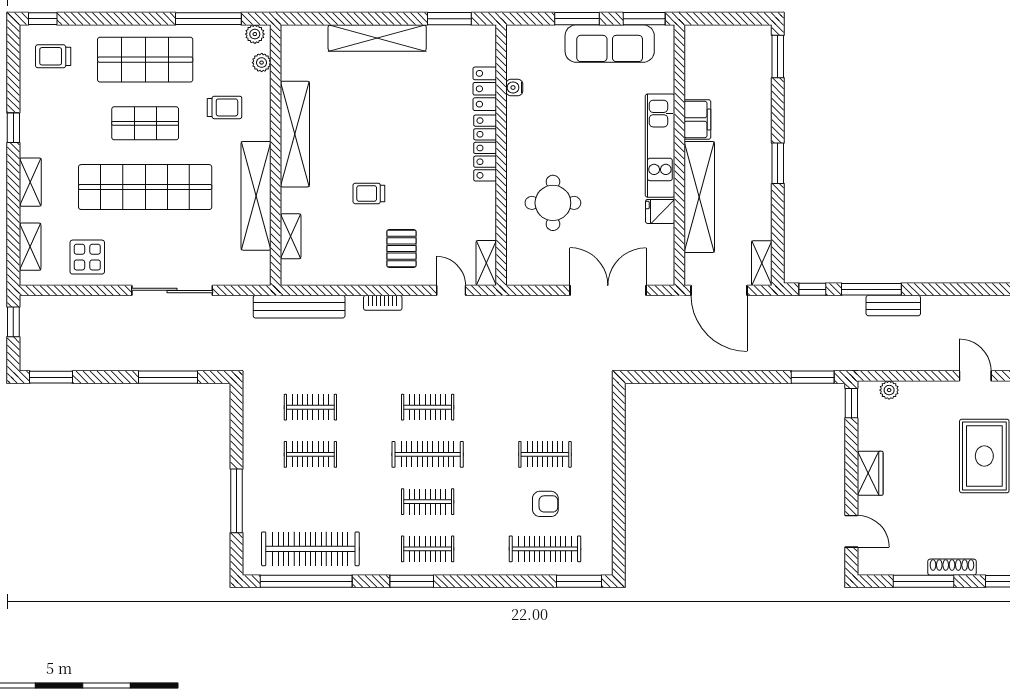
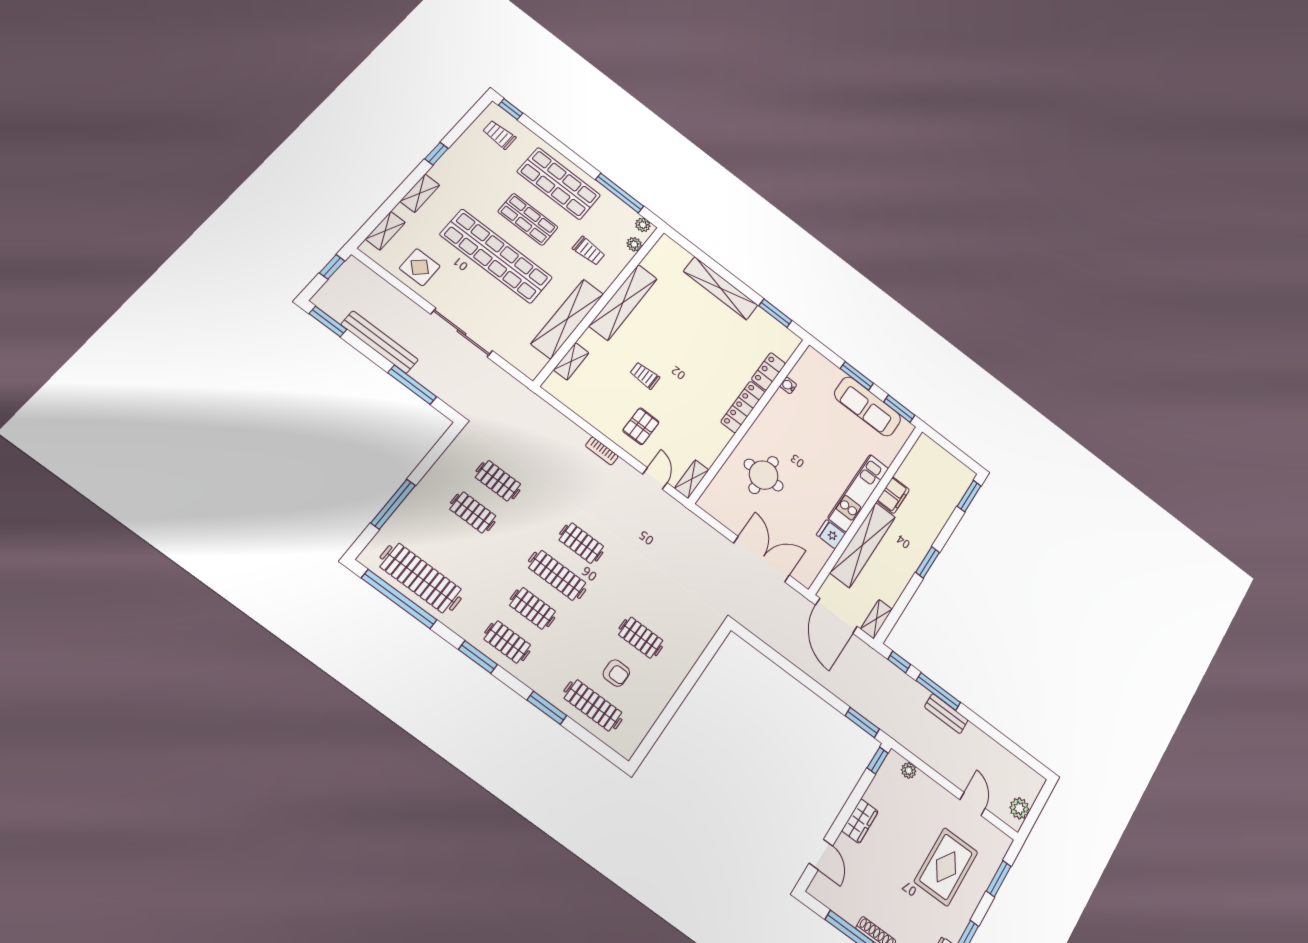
bench: (299, 307) -> (380, 342), moved
window: (579, 581) -> (547, 708), moved

